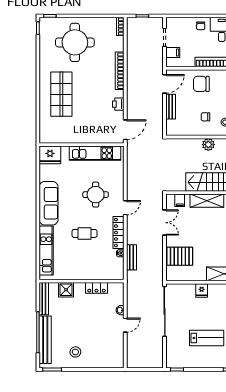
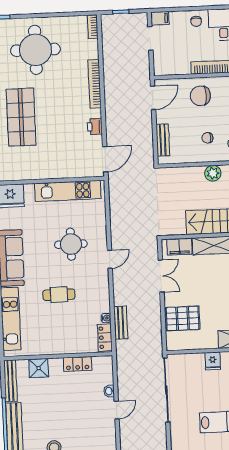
filing cabinet: (173, 53) -> (160, 18), moved
bench: (171, 107) -> (163, 140), moved
filing cabinet: (180, 200) -> (179, 247), width x2.00
locker: (119, 233) -> (105, 338), moved, width x0.66

